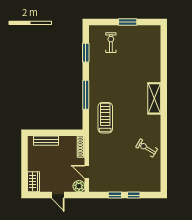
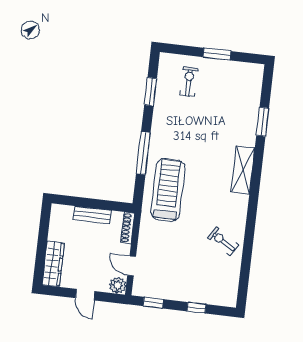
window: (164, 64) -> (263, 122), added
treadmill: (105, 118) -> (168, 190), width x1.37, depth x1.38
bench: (46, 141) -> (92, 215), moved
wardrobe: (34, 182) -> (53, 264), width x1.50
window: (115, 195) -> (153, 303), moved

